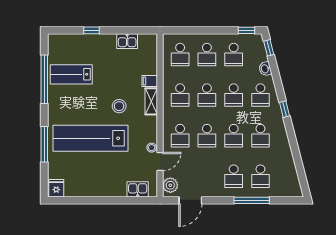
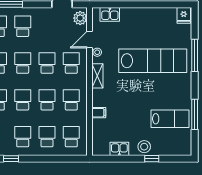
window: (44, 79) -> (195, 114), width x0.68
shelving: (151, 101) -> (97, 76), moved
stool: (119, 106) -> (144, 147), moved

